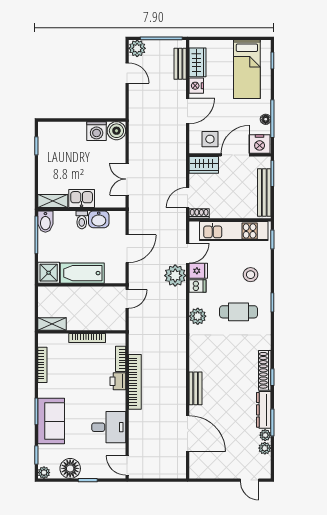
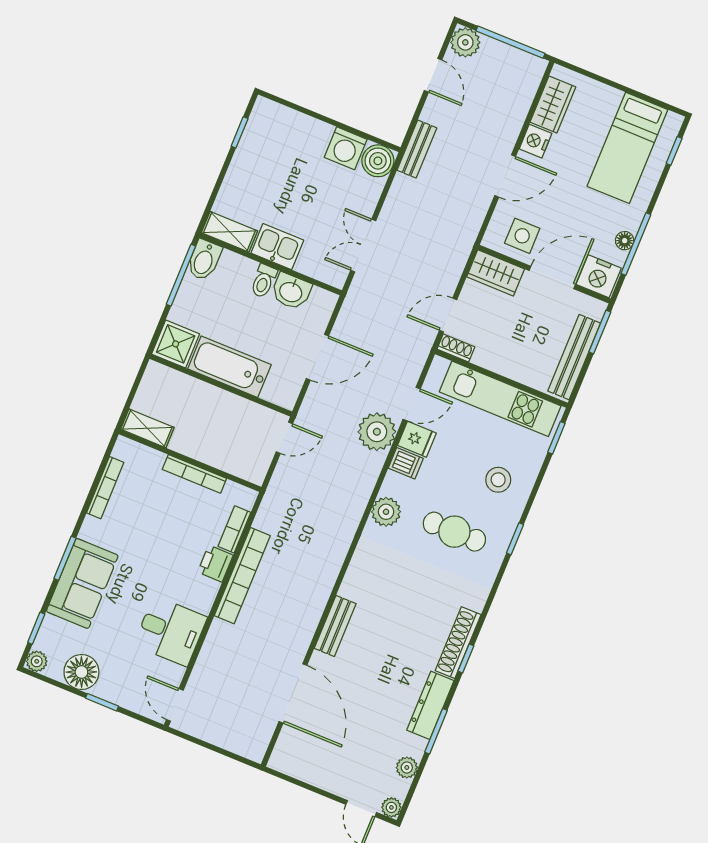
bench: (180, 64) -> (417, 149), moved
plant: (265, 435) -> (391, 807), moved

